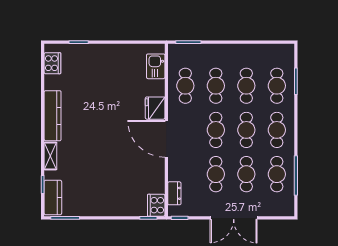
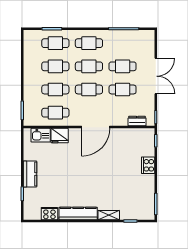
cooker: (52, 63) -> (49, 214), moved
fridge: (155, 108) -> (60, 136), moved
cafe table: (277, 174) -> (123, 43), removed
kitchen counter: (53, 197) -> (30, 174), moved, turned 90
cooker: (156, 205) -> (148, 165), moved, turned 90

